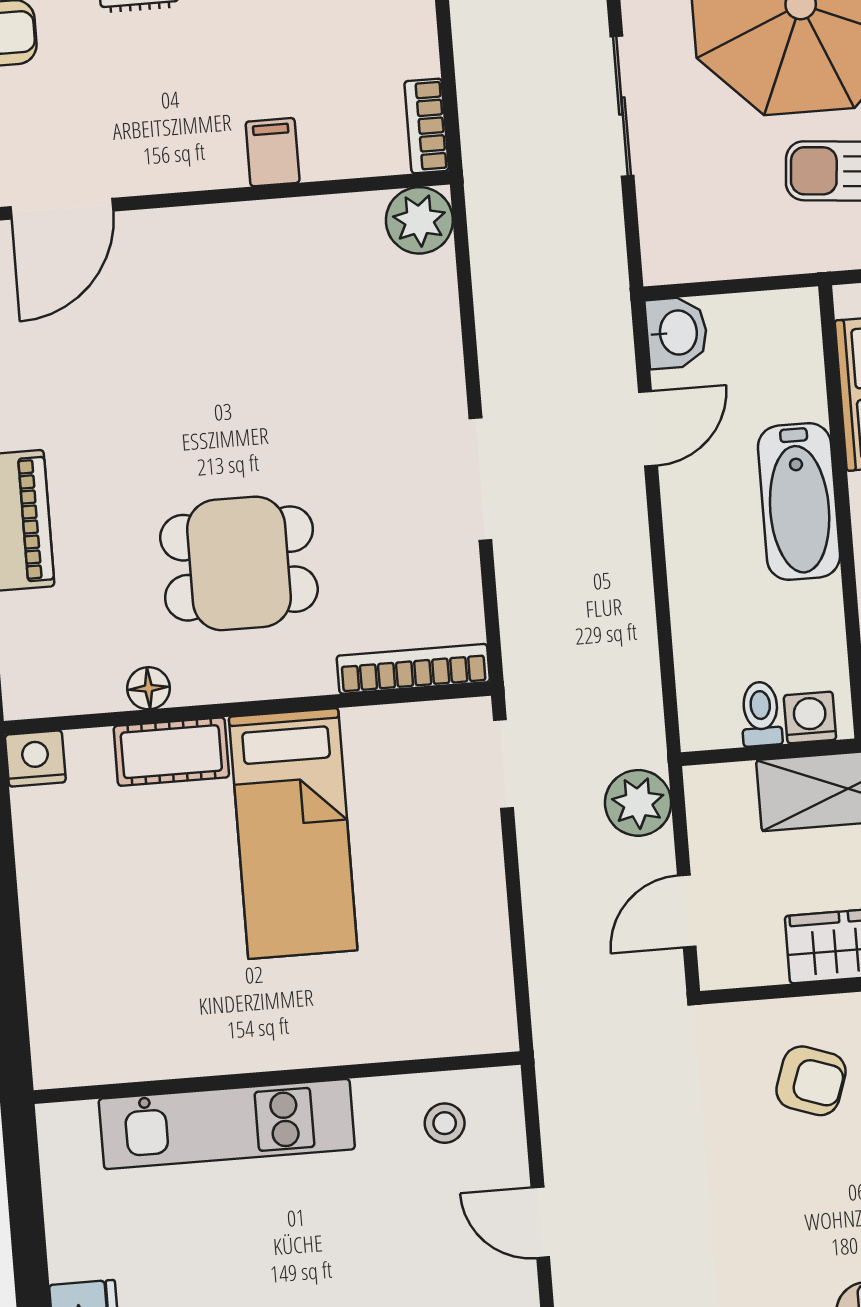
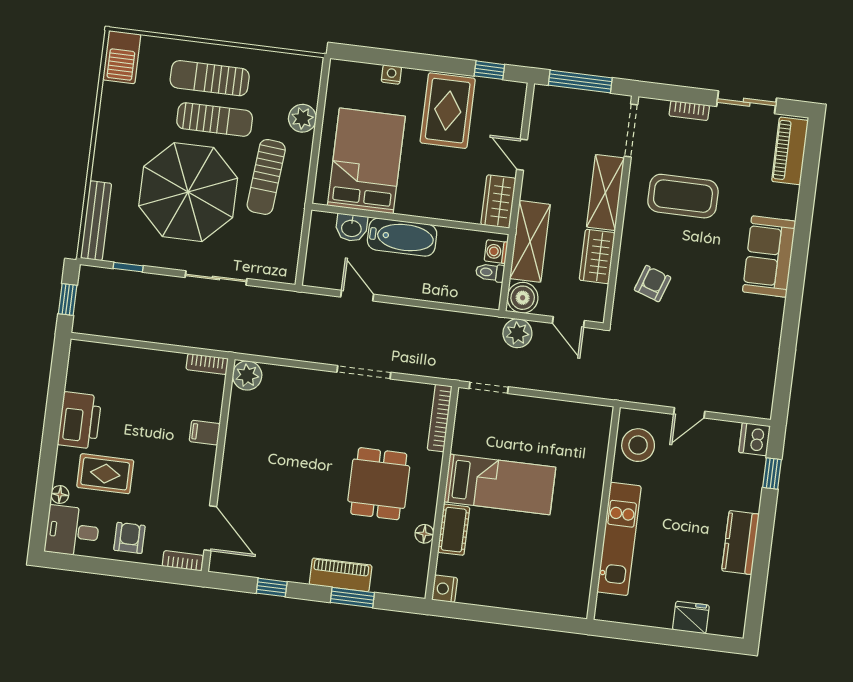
washbasin: (677, 333) -> (351, 228), moved, turned 180
boiler: (720, 798) -> (523, 298), added
stool: (445, 1123) -> (638, 445), width x1.89, depth x1.89

